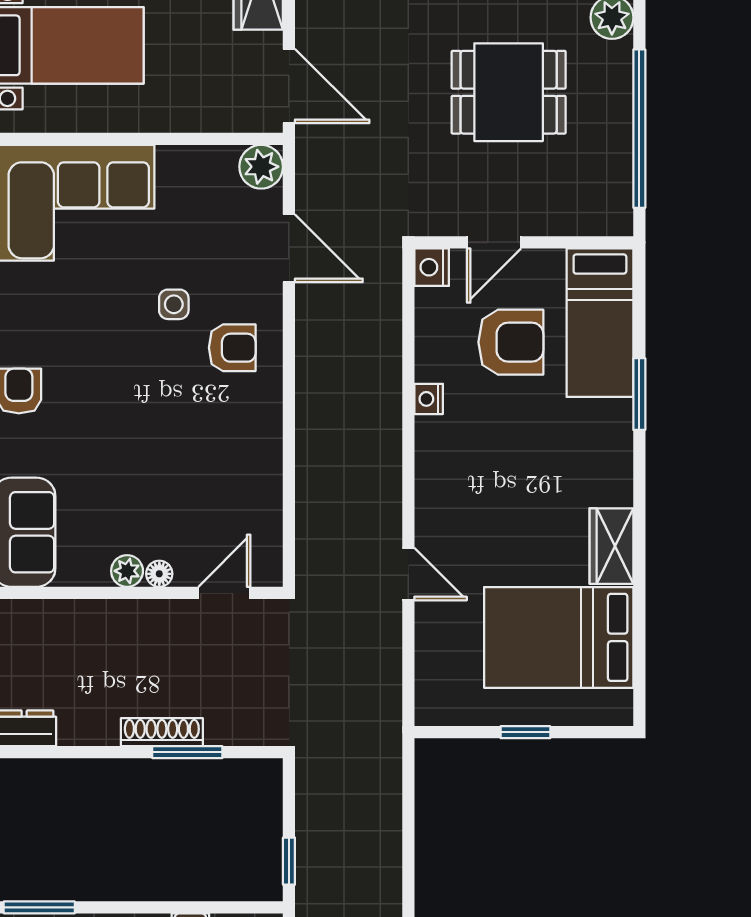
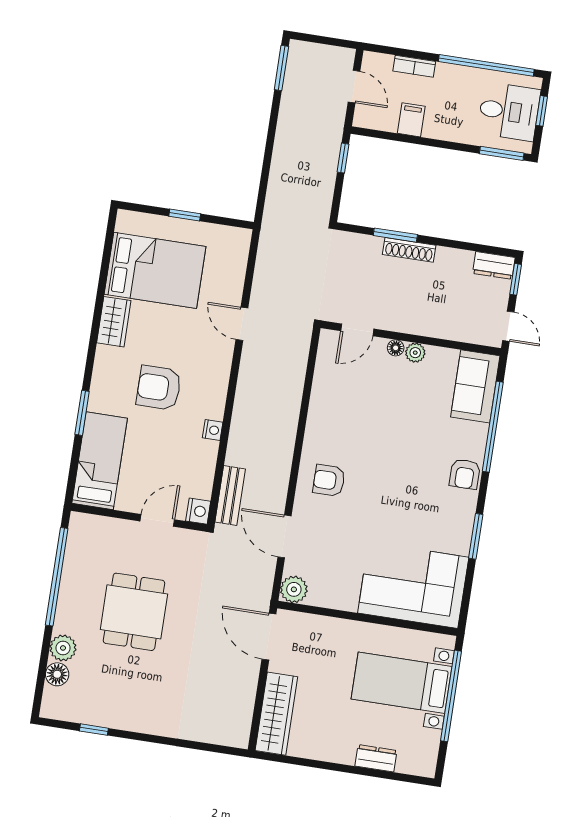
dining table: (509, 92) -> (134, 612), turned 90
bench: (385, 300) -> (230, 496), added
side table: (174, 304) -> (361, 513), removed
armchair: (511, 342) -> (159, 388), moved

